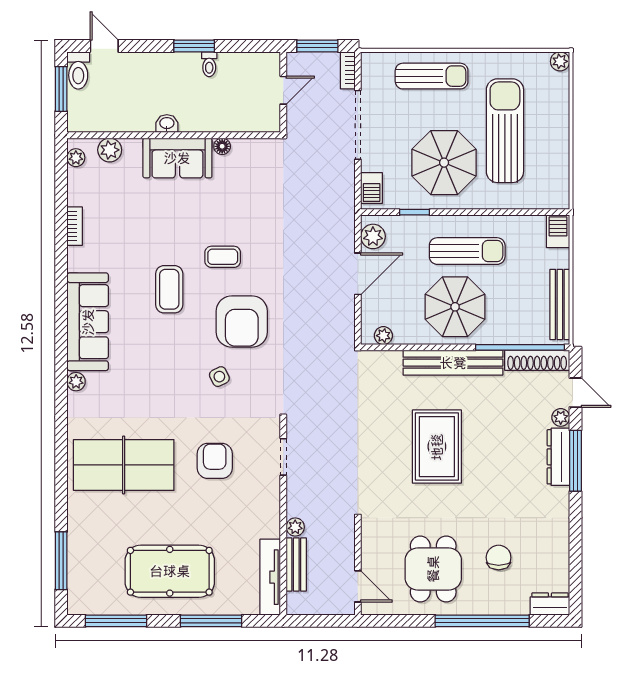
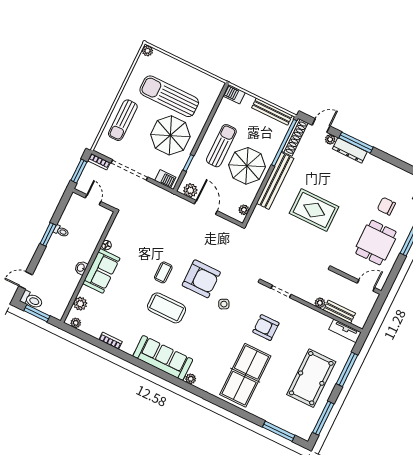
sun lounger: (432, 76) -> (123, 120), turned 180
coffee table: (169, 289) -> (167, 308), width x1.36, depth x1.32
dining table: (433, 569) -> (376, 243), turned 90
tv unit: (270, 577) -> (345, 331), width x0.71

